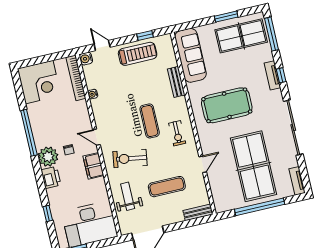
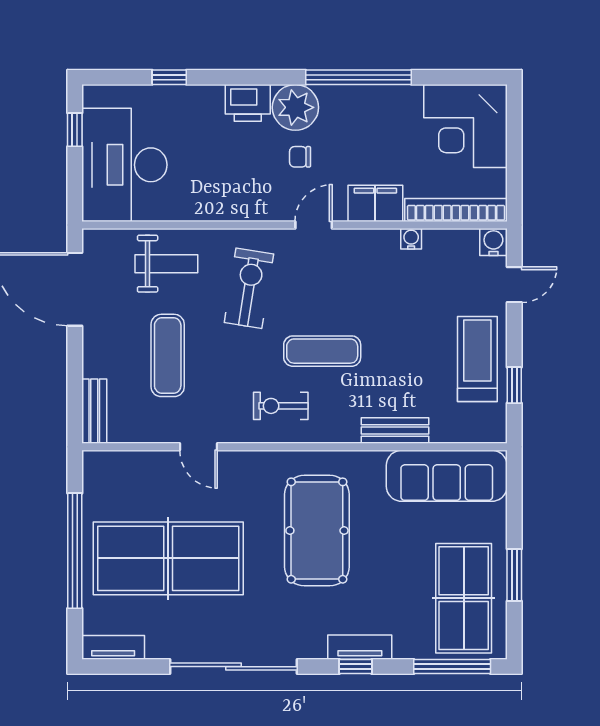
treadmill: (138, 54) -> (477, 359), turned 180
filing cabinet: (93, 166) -> (375, 203), moved

